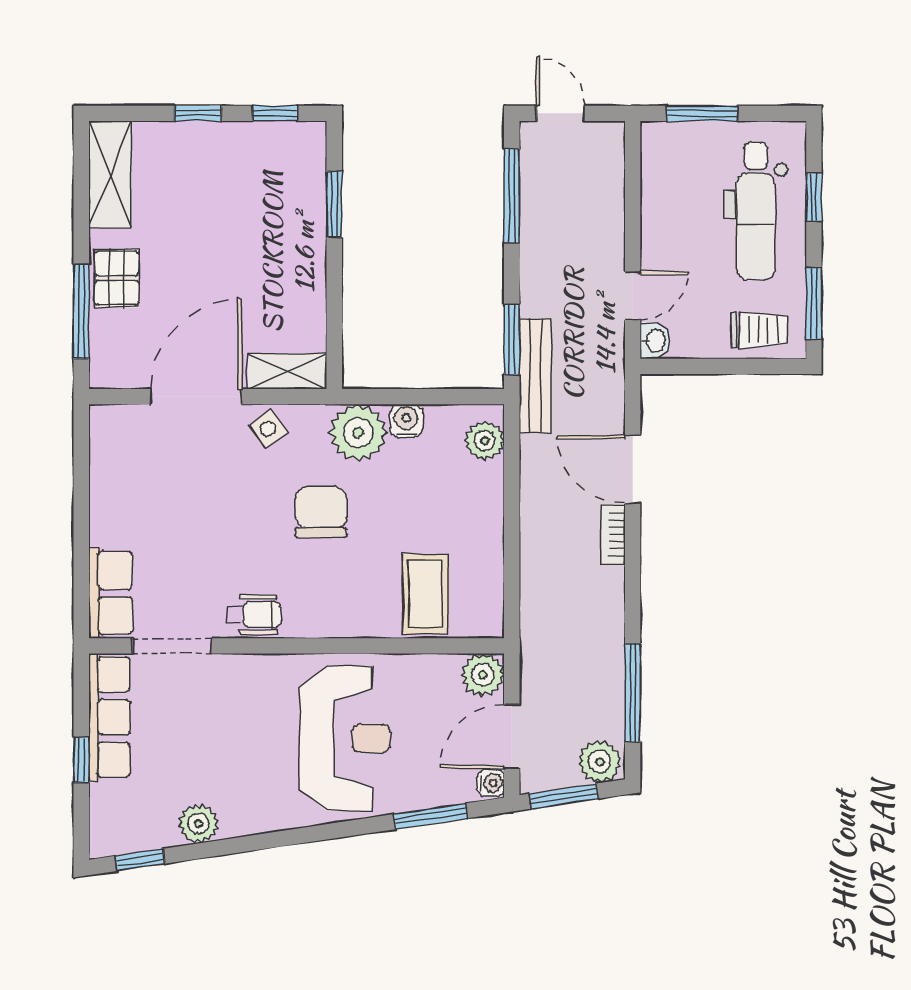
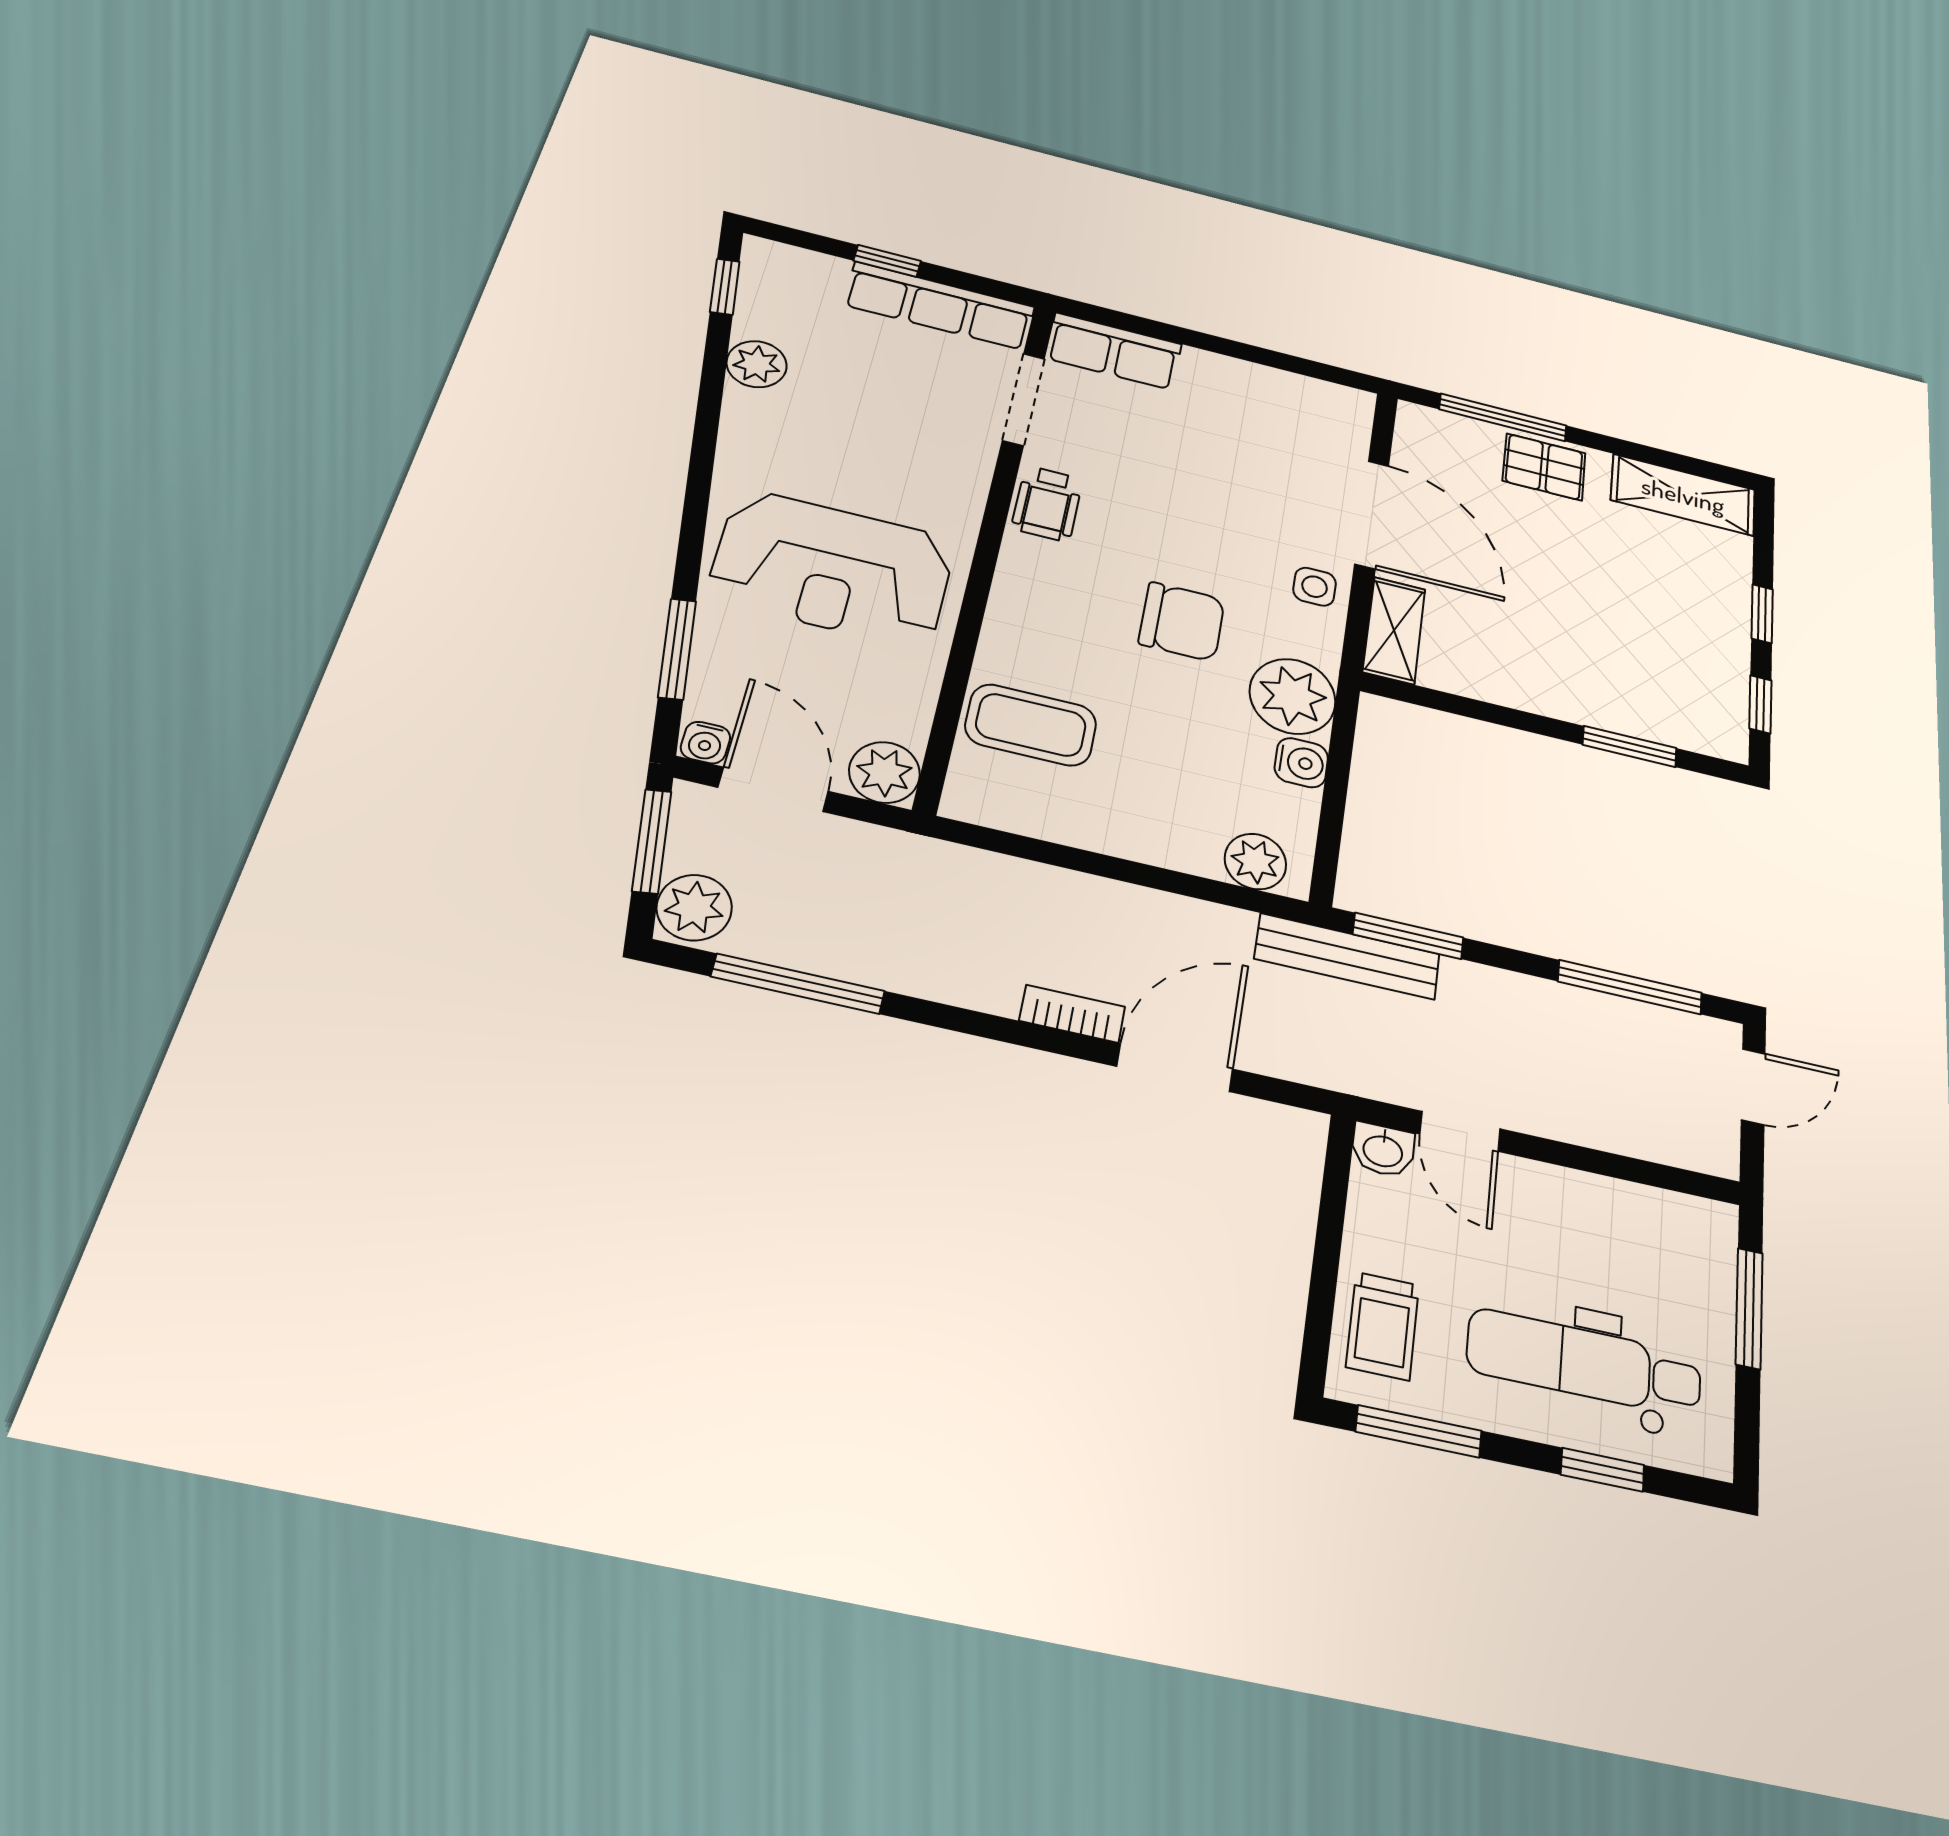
side table: (268, 429) -> (1315, 587), turned 36

